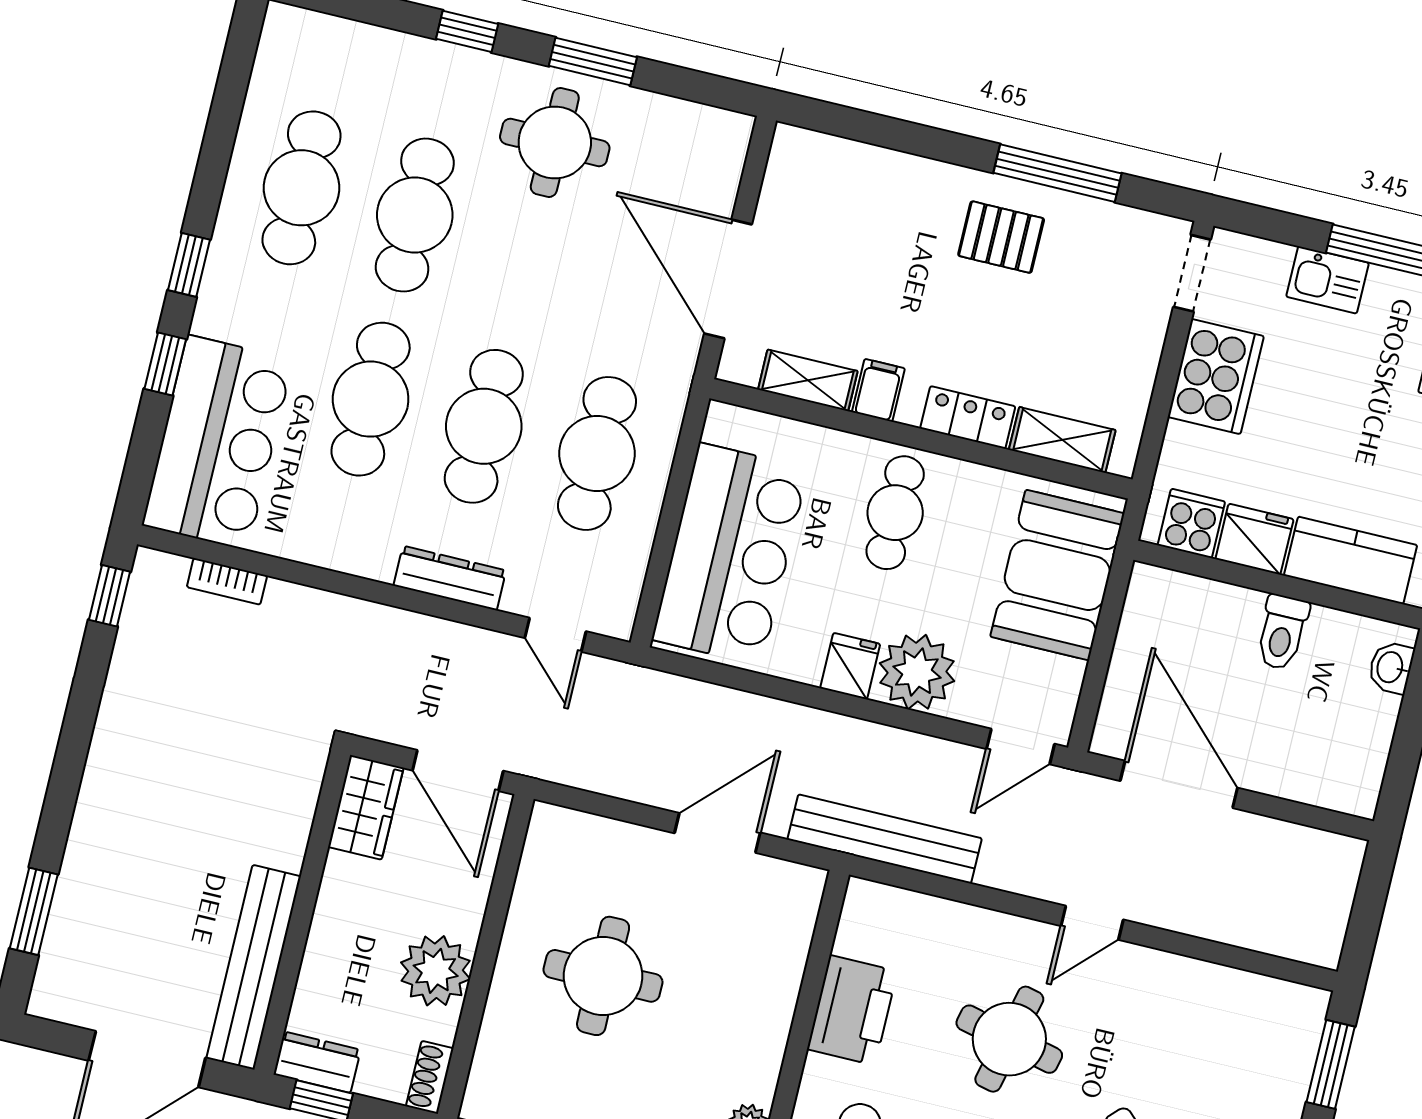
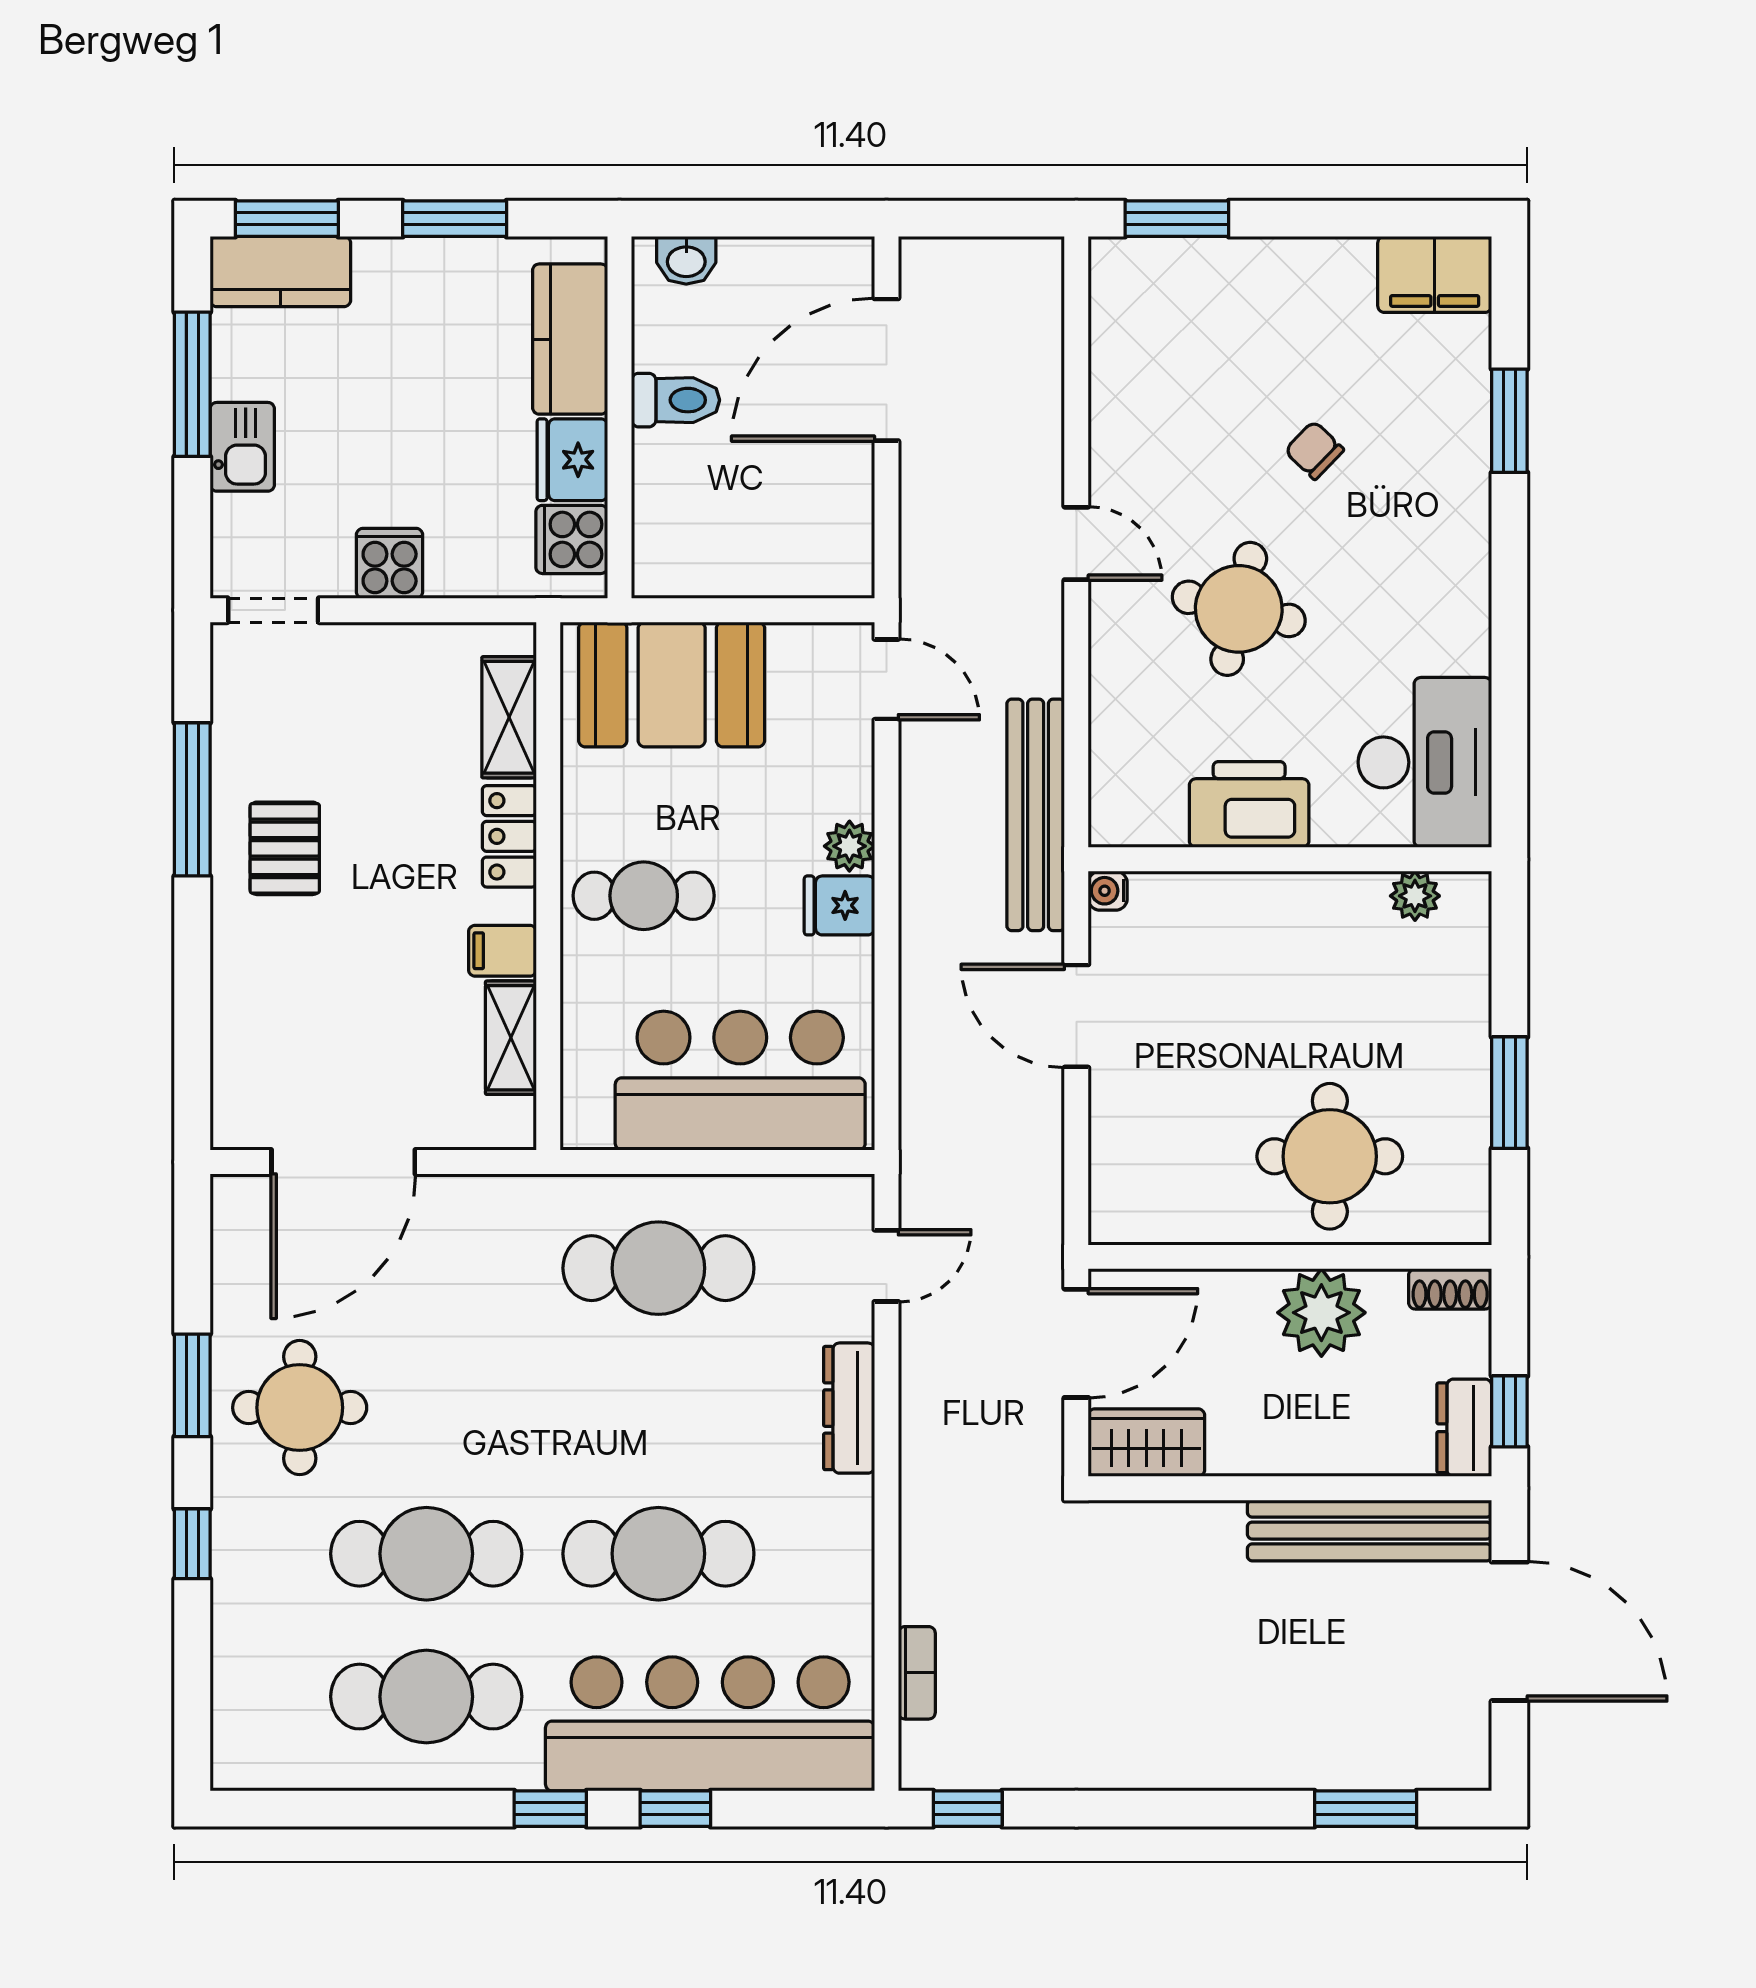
door: (728, 279) -> (343, 1162), moved
cooker: (1216, 377) -> (390, 563), width x0.53, depth x0.76
cafe table: (484, 426) -> (658, 1411), removed
bar counter: (218, 442) -> (710, 1724), width x1.36
plant: (917, 672) -> (849, 846), width x0.53, depth x0.53
door: (1179, 784) -> (886, 370), moved
water cooler: (811, 882) -> (1108, 891), added
round table: (603, 976) -> (1330, 1156), moved

